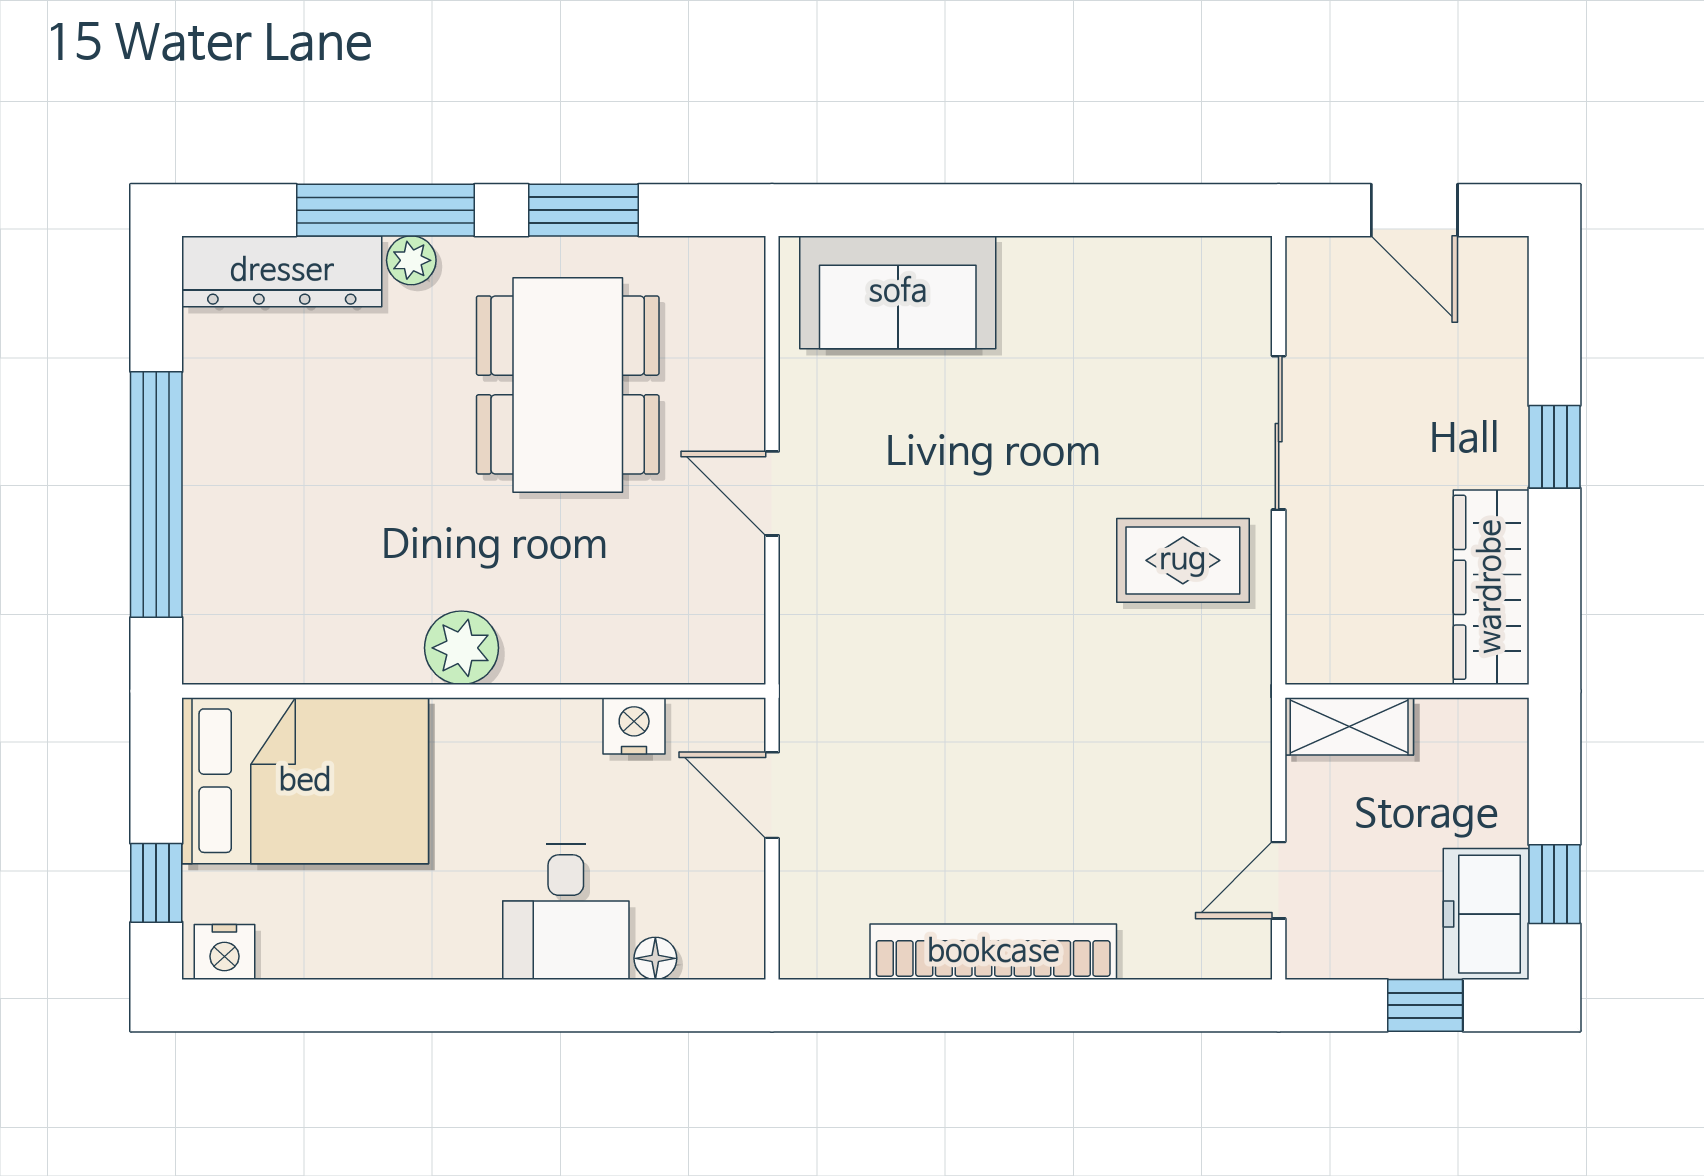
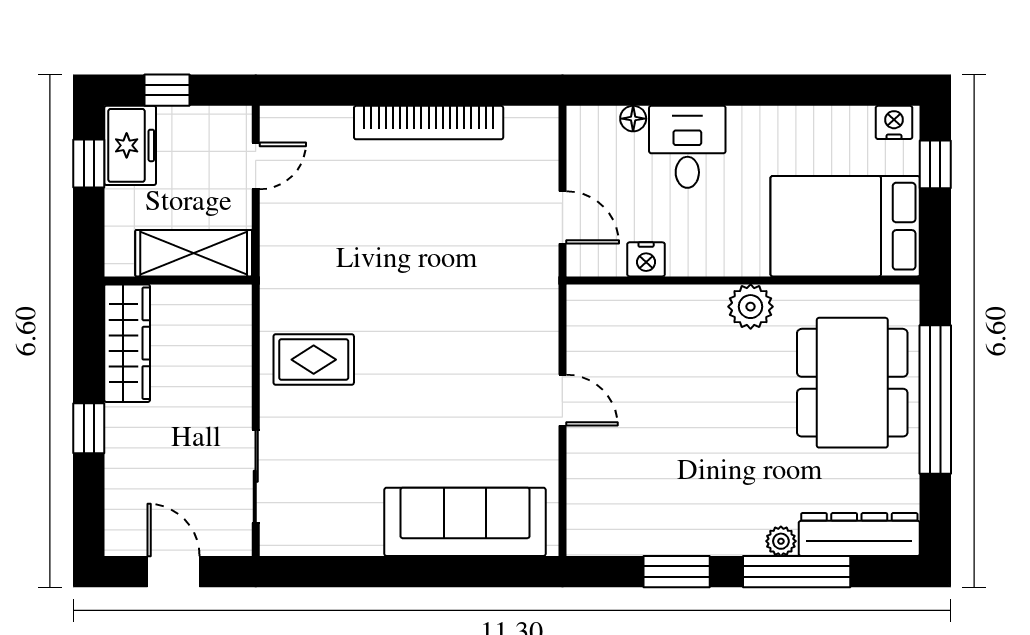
sofa: (898, 292) -> (465, 522), width x1.36
dining table: (568, 385) -> (852, 383), moved
sliding door: (1279, 433) -> (256, 476), moved
shelving: (1349, 726) -> (194, 253), width x1.50, depth x1.33

